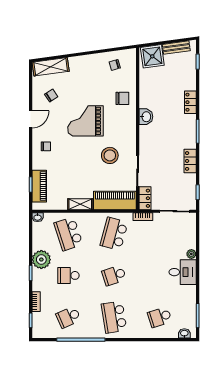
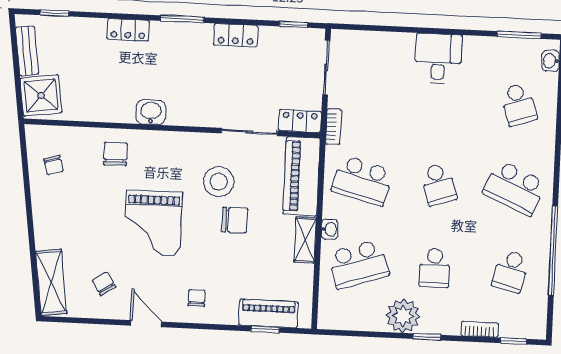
chair: (89, 165) -> (235, 220), added
washbasin: (38, 217) -> (330, 229), moved
plant: (191, 254) -> (406, 41), removed
school desk: (68, 317) -> (511, 271), turned 39
school desk: (114, 317) -> (515, 188), turned 33

